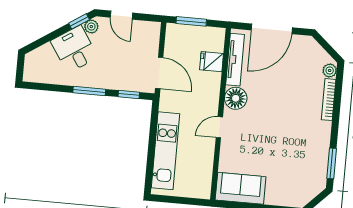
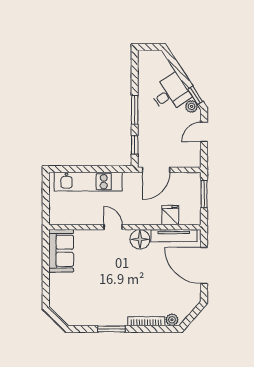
window: (332, 163) -> (111, 329), moved

